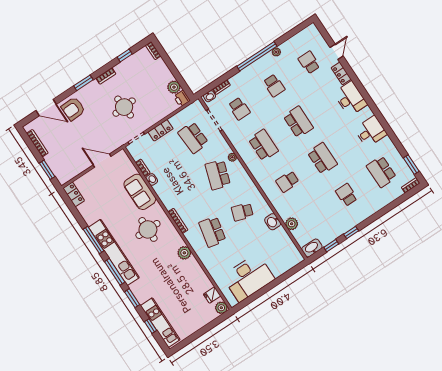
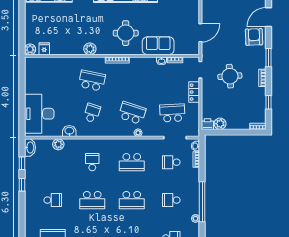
desk: (248, 278) -> (39, 114), moved

